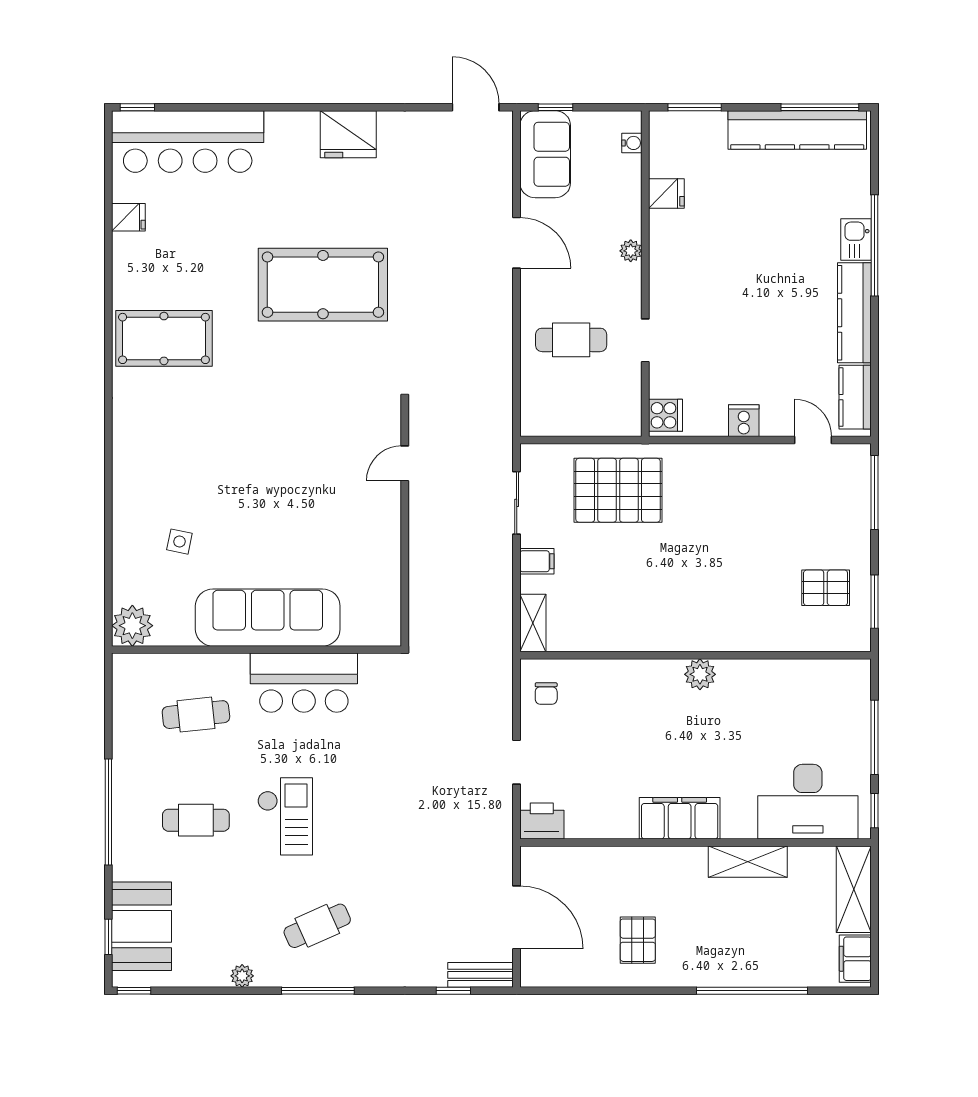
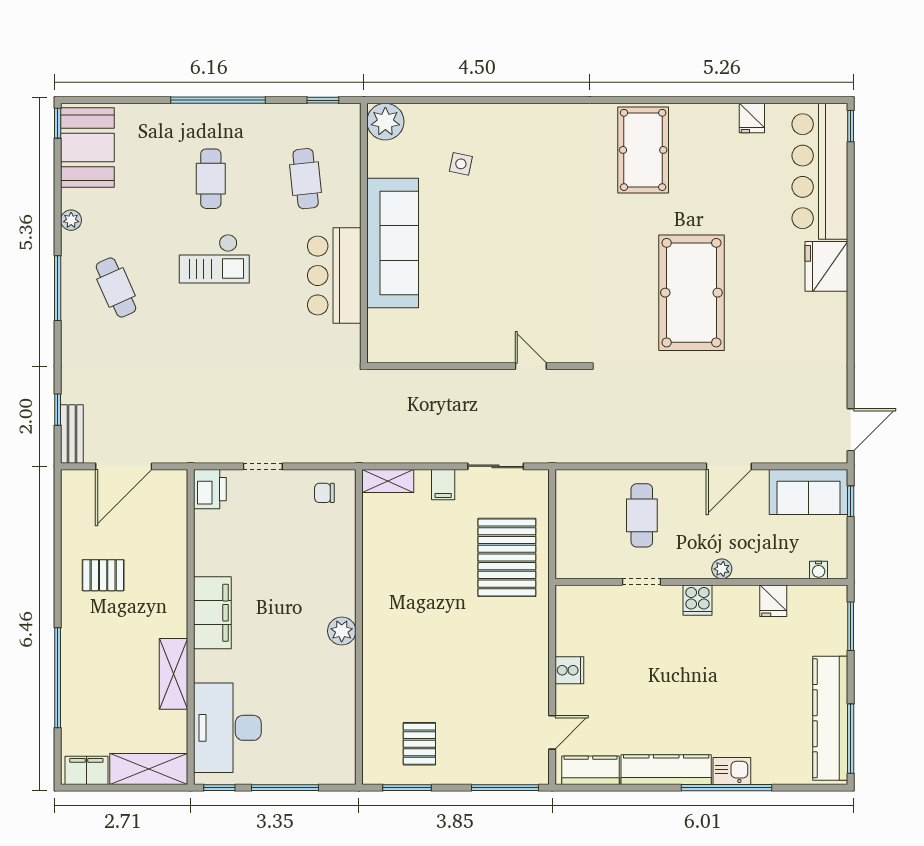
fridge: (348, 134) -> (826, 266), moved
cooker: (666, 415) -> (698, 600), moved
booth: (141, 926) -> (87, 148), moved, turned 90
window: (108, 937) -> (323, 100), moved

